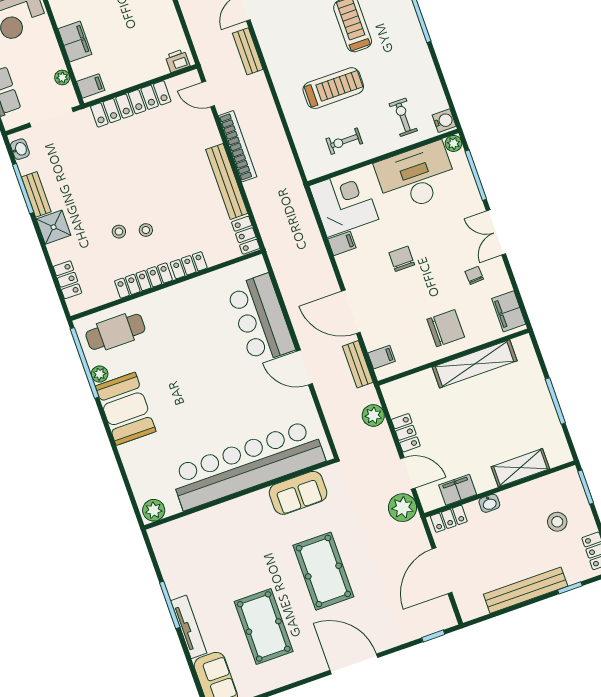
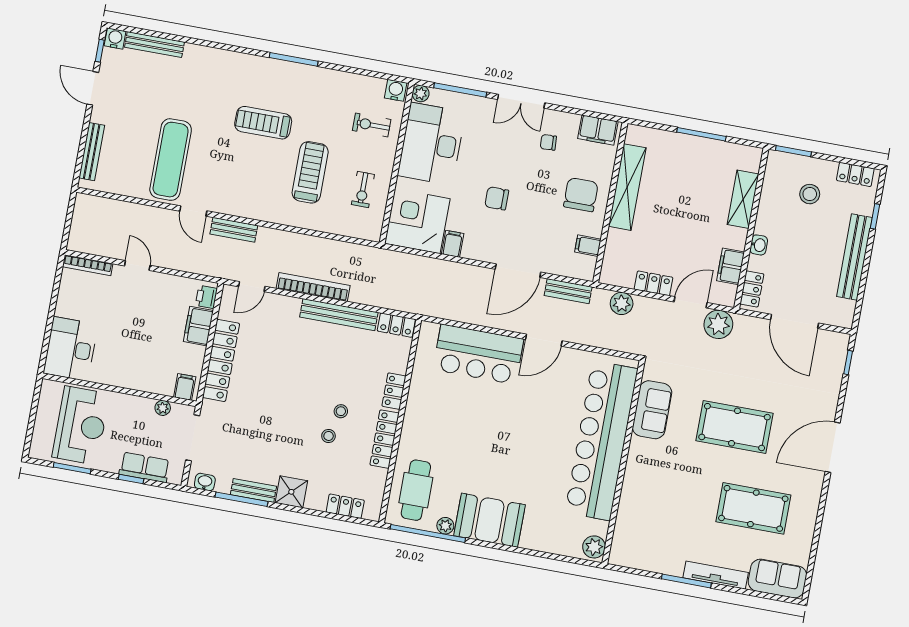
filing cabinet: (75, 42) -> (198, 326), moved, turned -90
filing cabinet: (382, 357) -> (588, 246), moved, turned -90

